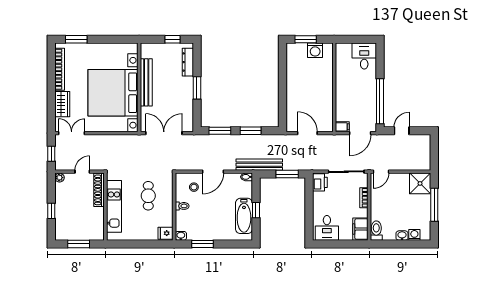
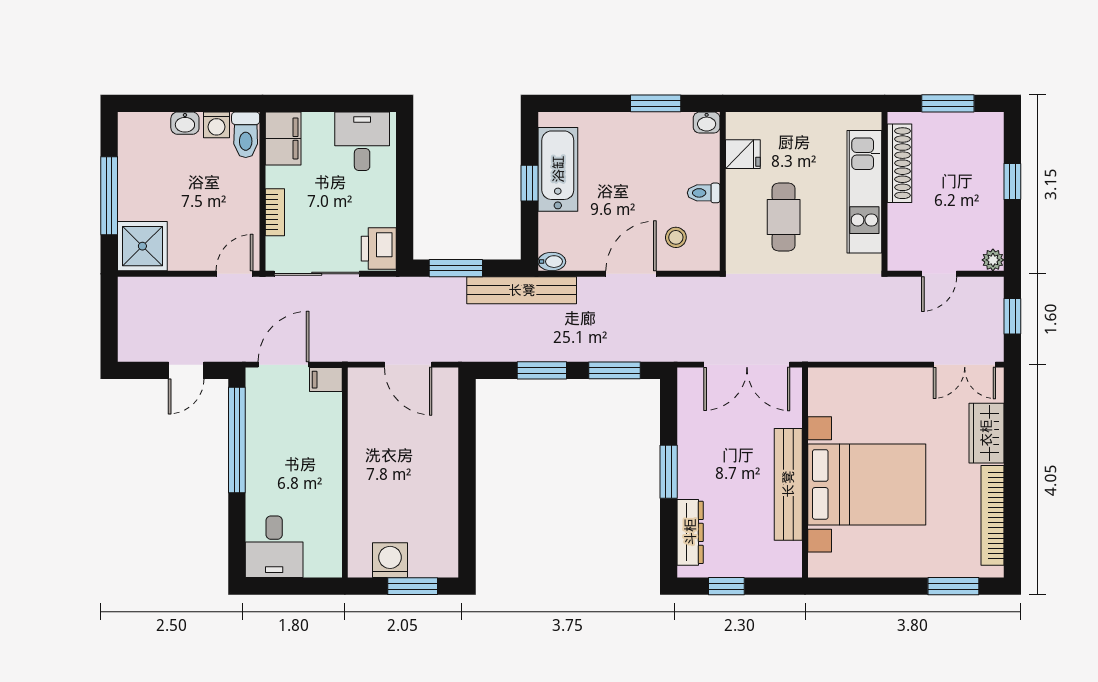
bed with nightstands: (113, 93) -> (867, 484), width x0.73
shoe rack: (99, 190) -> (900, 163), moved
fridge: (166, 233) -> (743, 154), moved
washing machine: (414, 235) -> (216, 125), moved

